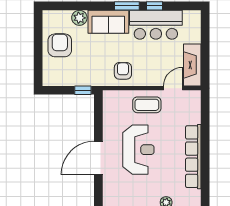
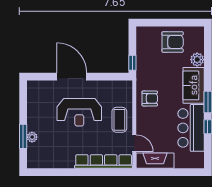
row of seats: (193, 157) -> (104, 161), moved

